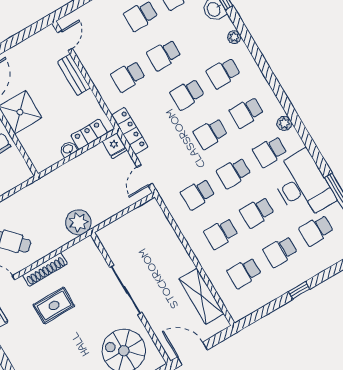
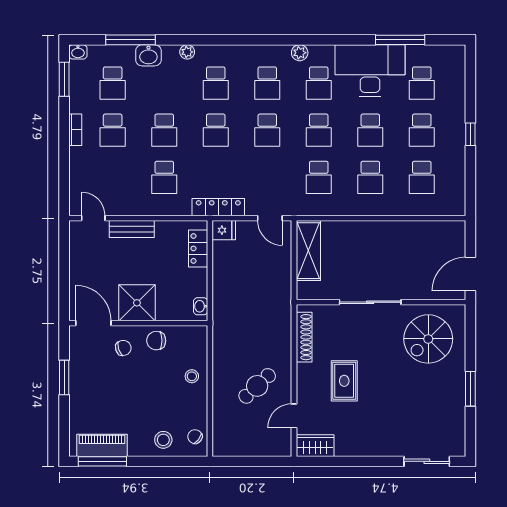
washbasin: (68, 149) -> (201, 306), moved
plant: (78, 222) -> (277, 309), removed
shoe rack: (45, 269) -> (304, 337), moved
shelving: (201, 296) -> (308, 251), moved, turned 90

